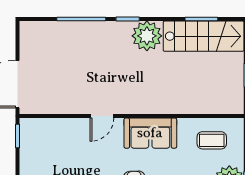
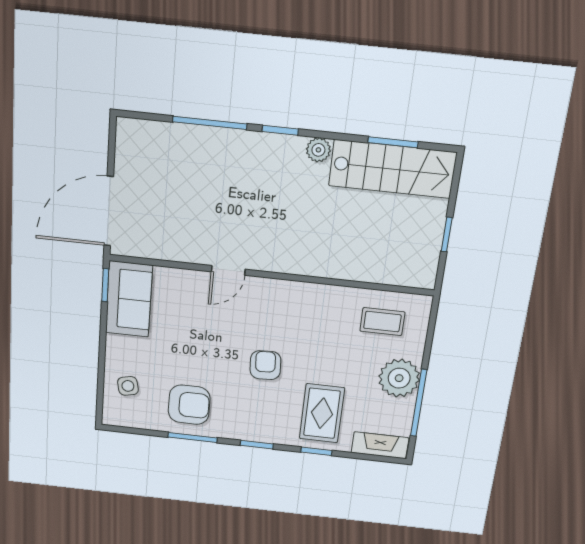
plant: (147, 36) -> (318, 150), width x0.53, depth x0.53
sofa: (150, 133) -> (129, 299), moved, turned -90

